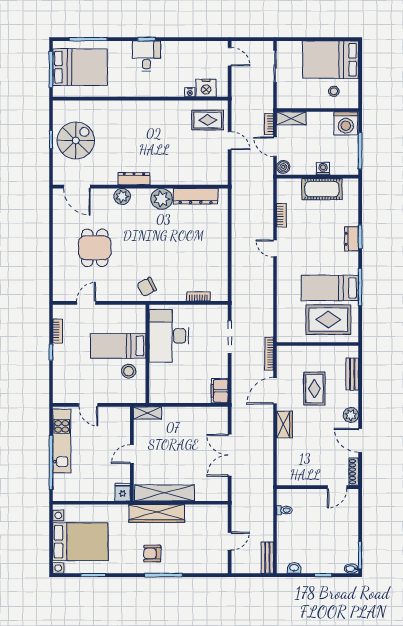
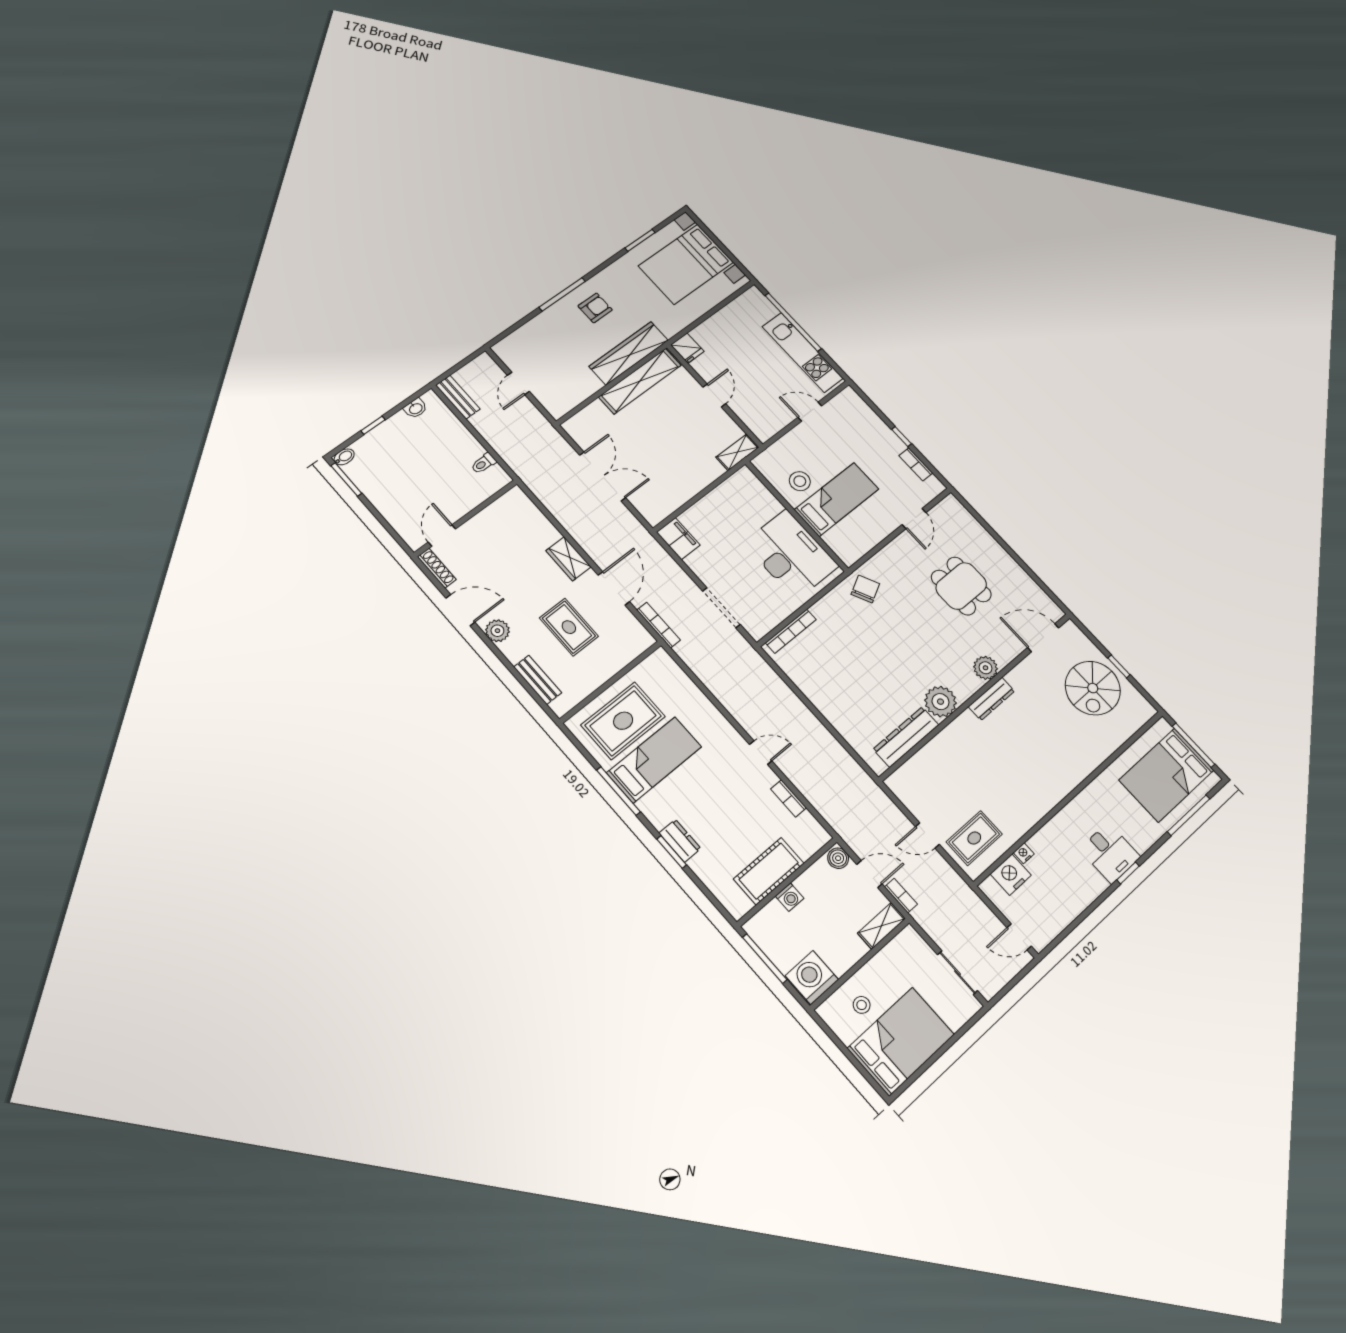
bookcase: (198, 296) -> (791, 631), width x1.56

